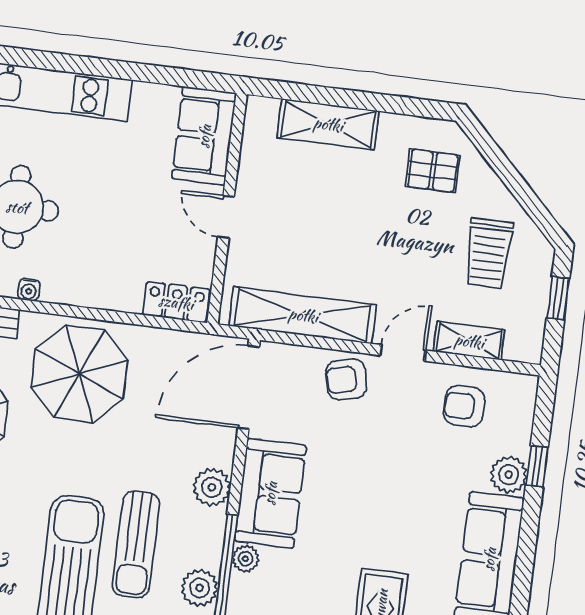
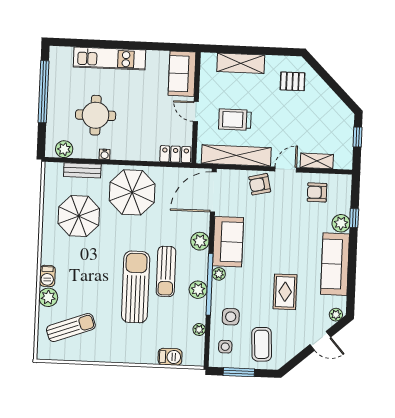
trolley: (488, 253) -> (235, 120), moved, turned 90

